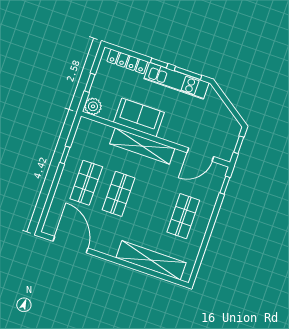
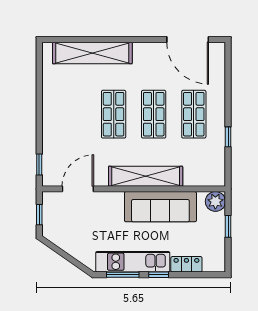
locker: (127, 61) -> (186, 264), width x0.66
sofa: (139, 117) -> (160, 207), width x1.36
shop shelf: (183, 216) -> (114, 114), moved

